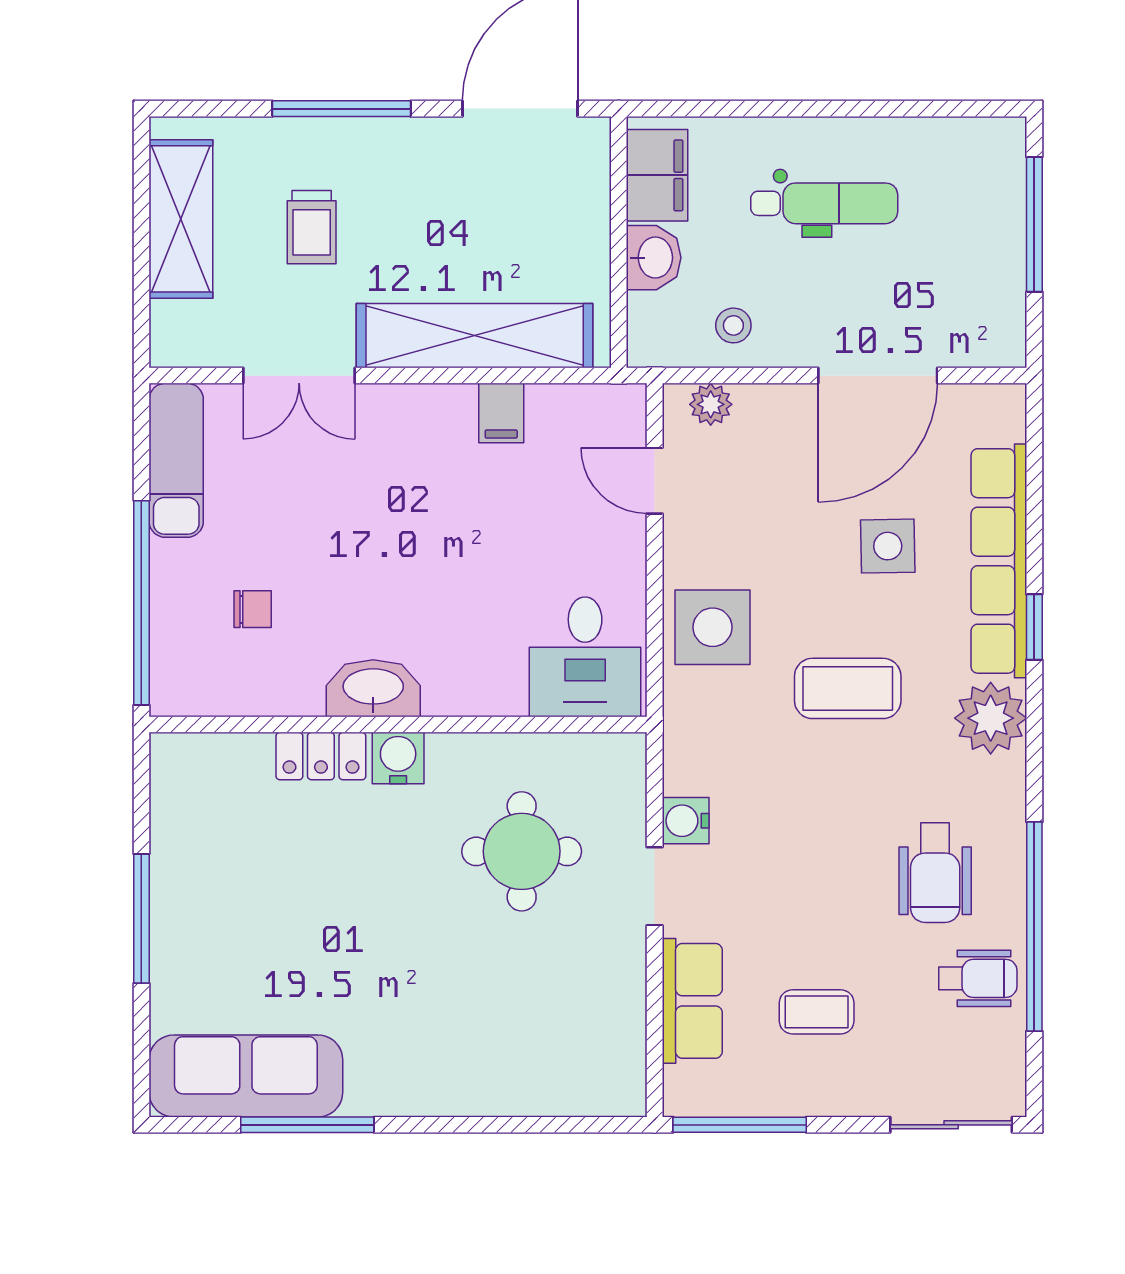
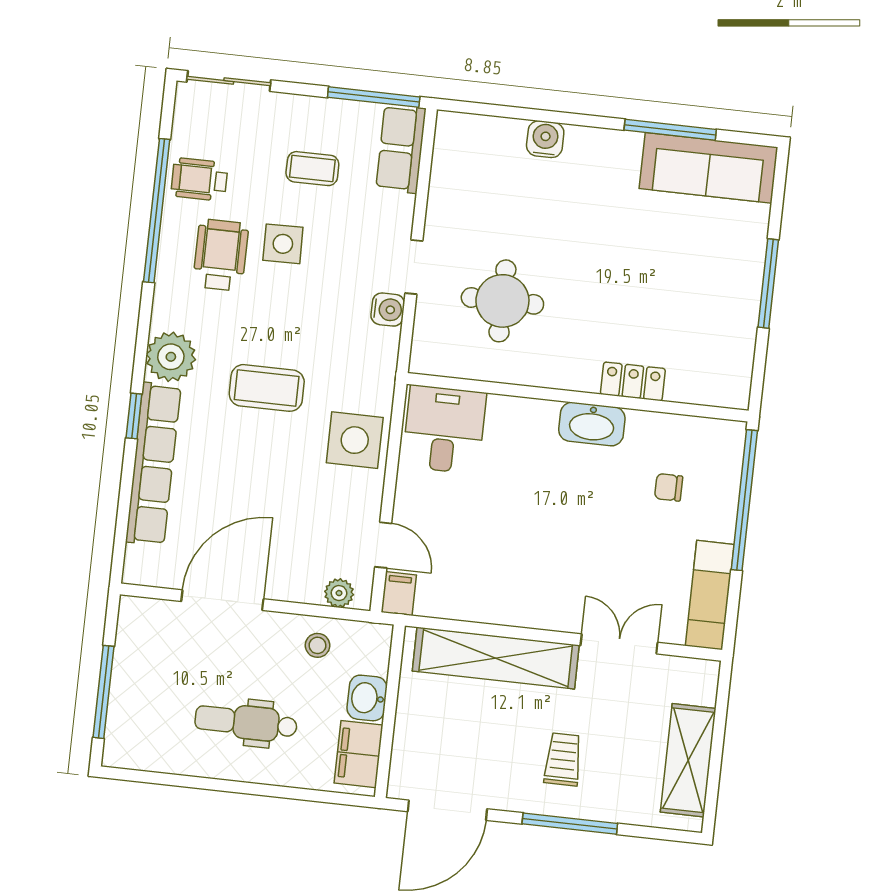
trolley: (312, 227) -> (563, 759), moved
filing cabinet: (501, 413) -> (399, 594), moved
side table: (888, 546) -> (283, 244), moved
water cooler: (398, 758) -> (545, 139), moved, turned 180
row of seats: (692, 1001) -> (401, 149), moved

